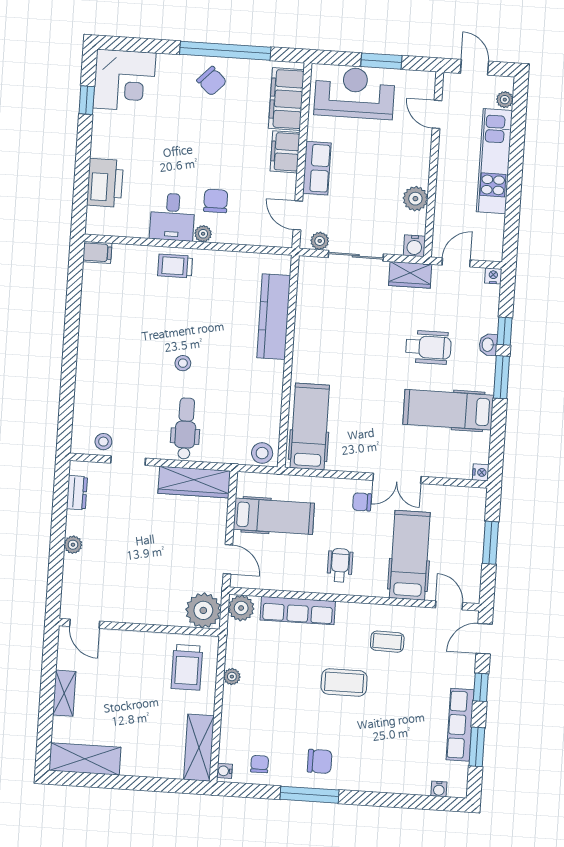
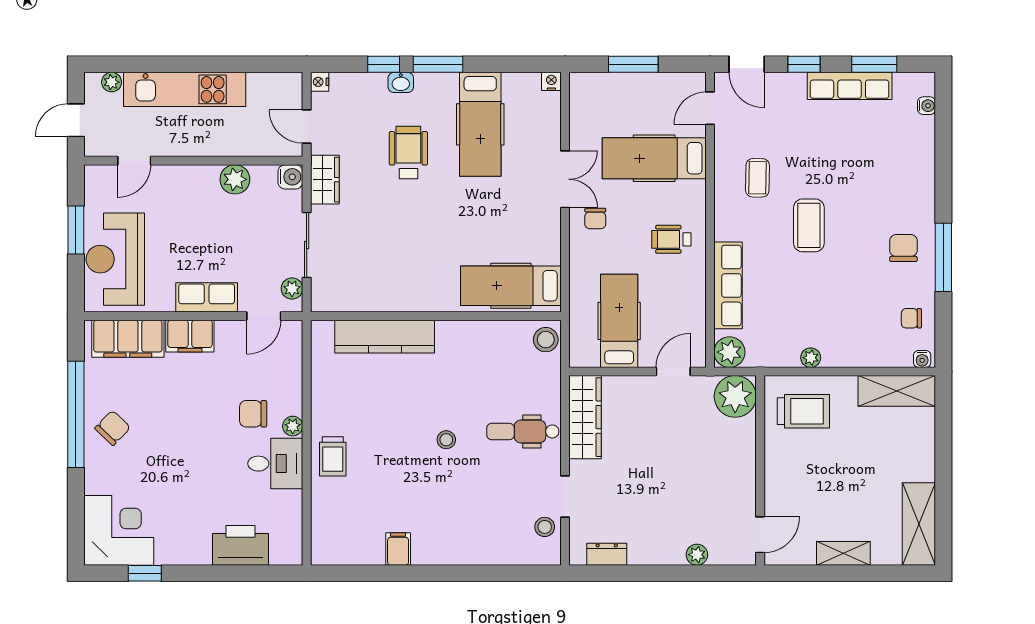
filing cabinet: (97, 252) -> (398, 549), moved
plant: (73, 545) -> (697, 555), moved

